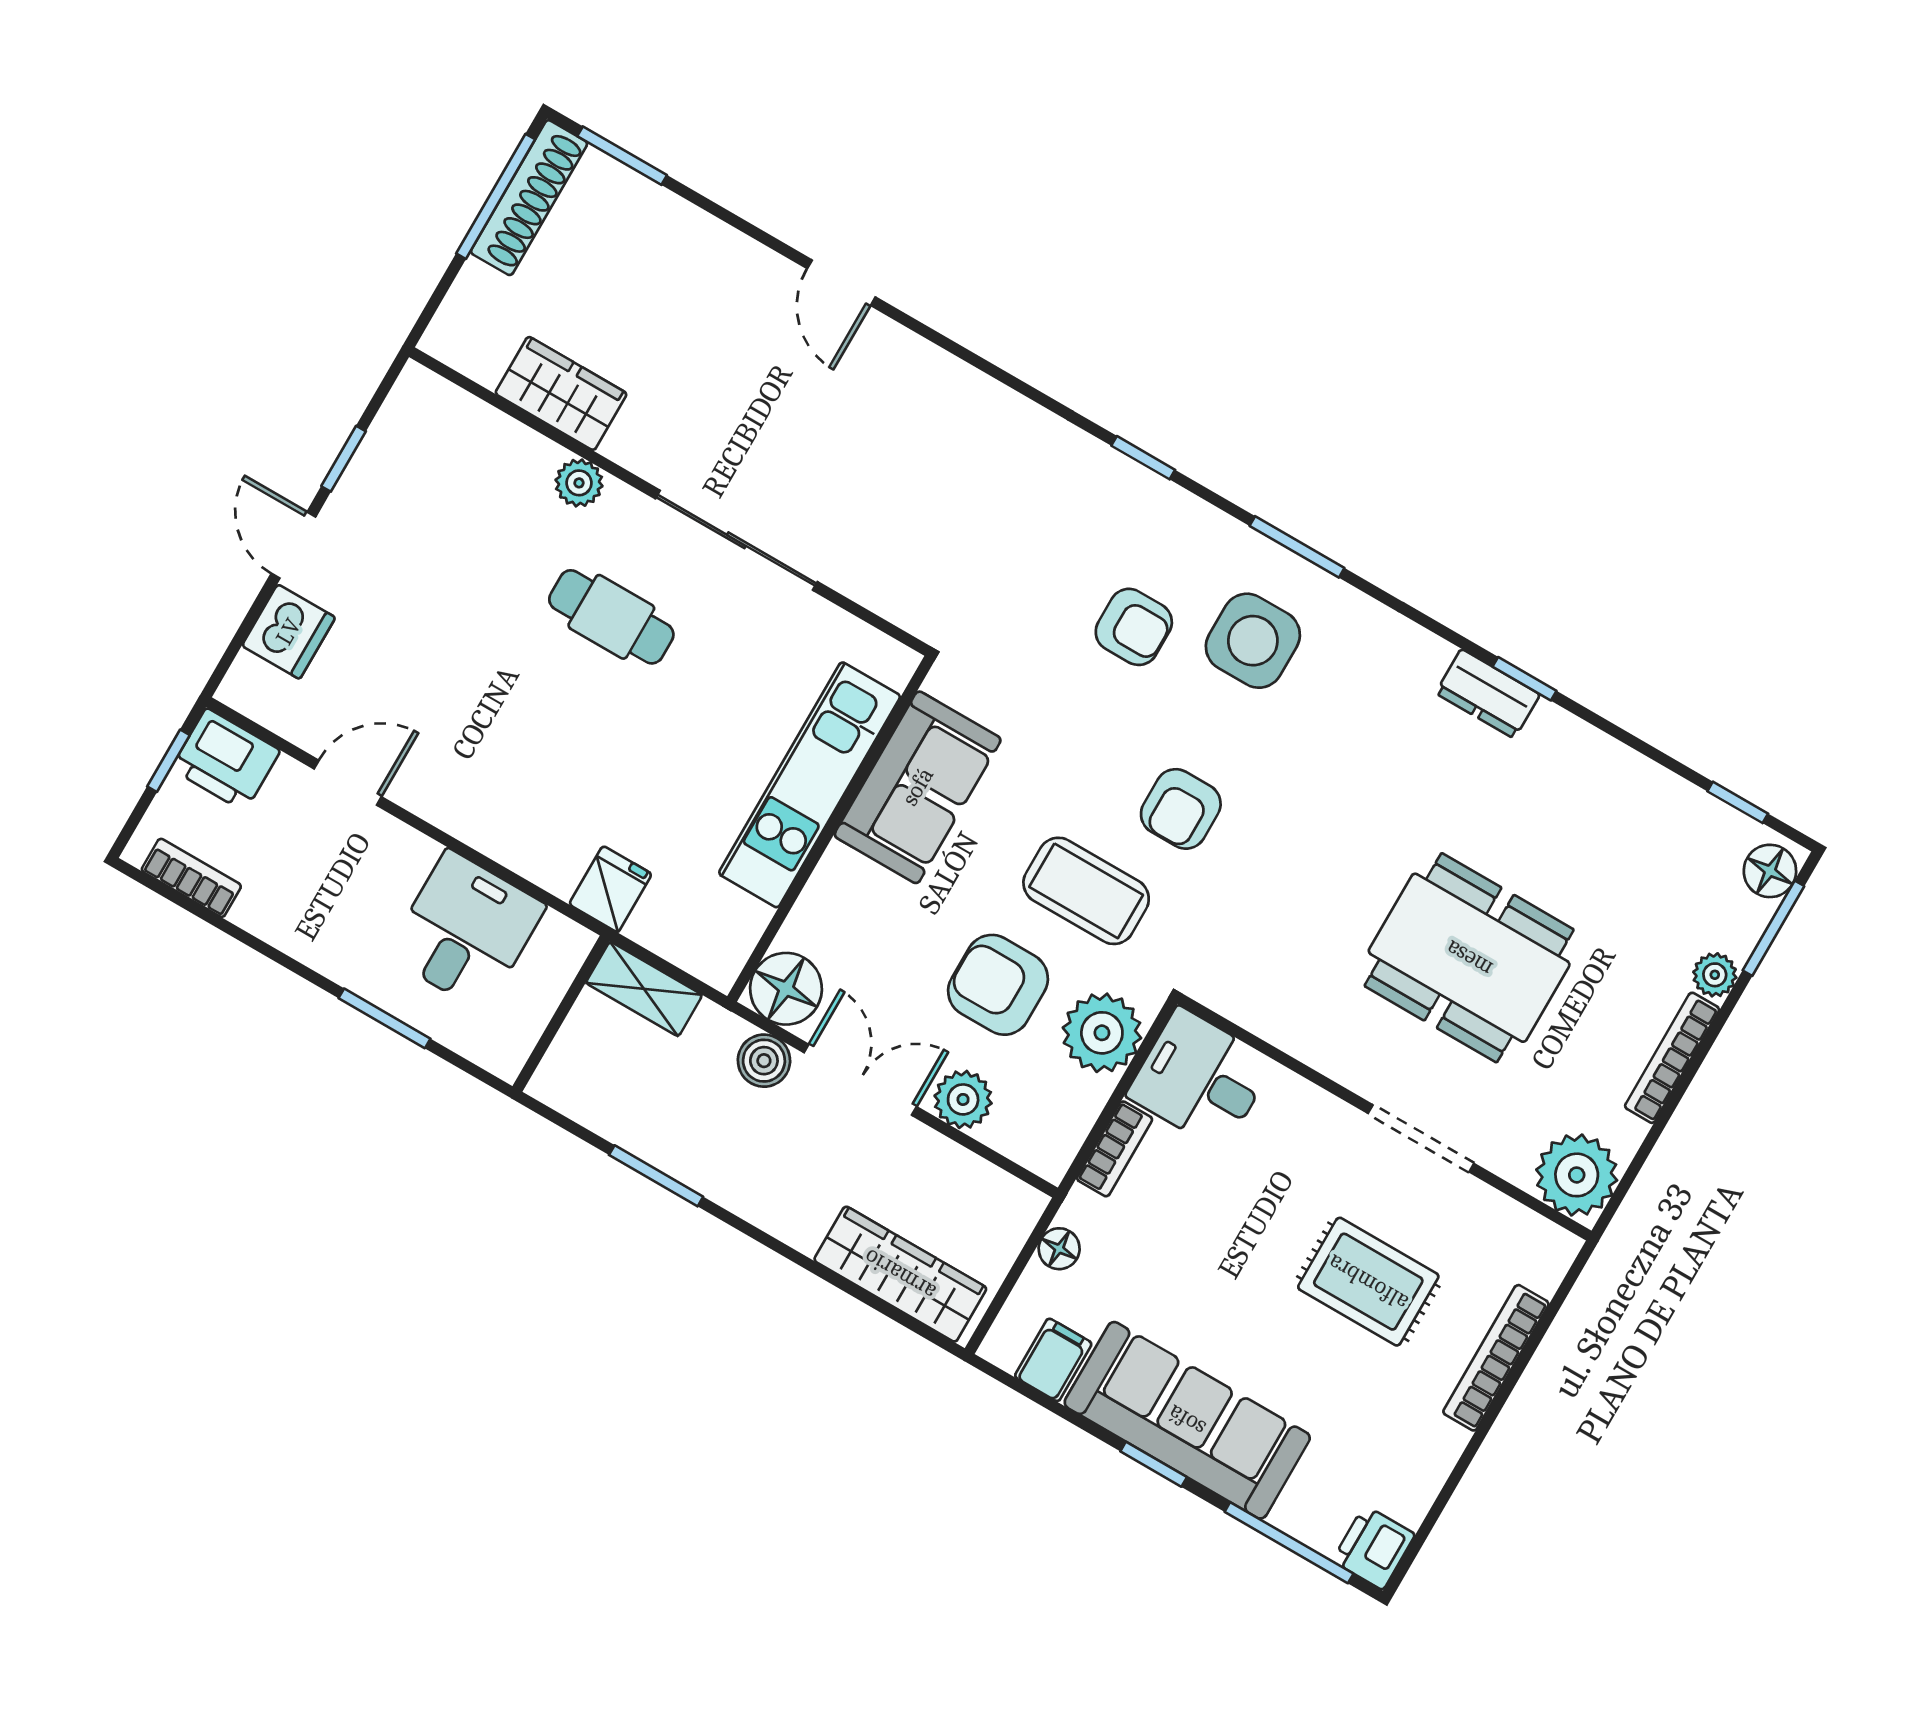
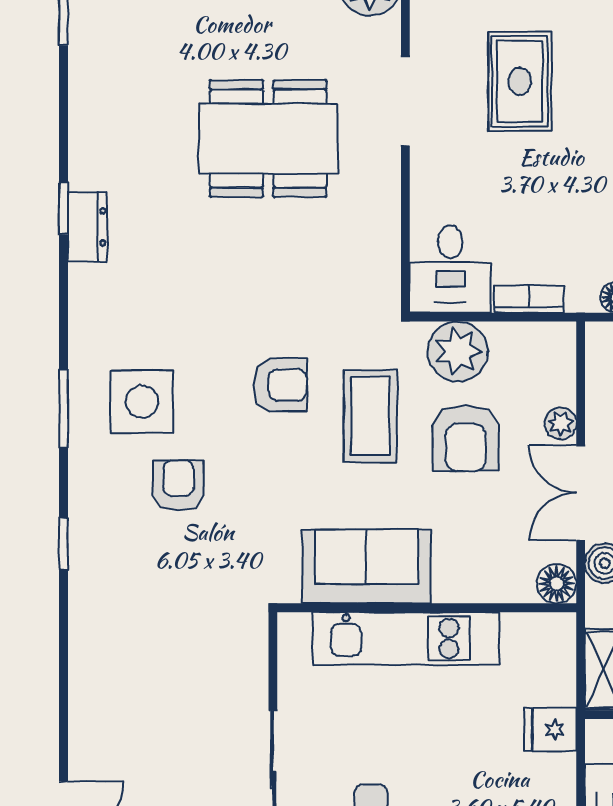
dining table: (1469, 958) -> (268, 138), turned 90
floor lamp: (786, 989) -> (557, 584), width x0.73, depth x0.73
plant: (963, 1099) -> (560, 423), width x0.73, depth x0.73

